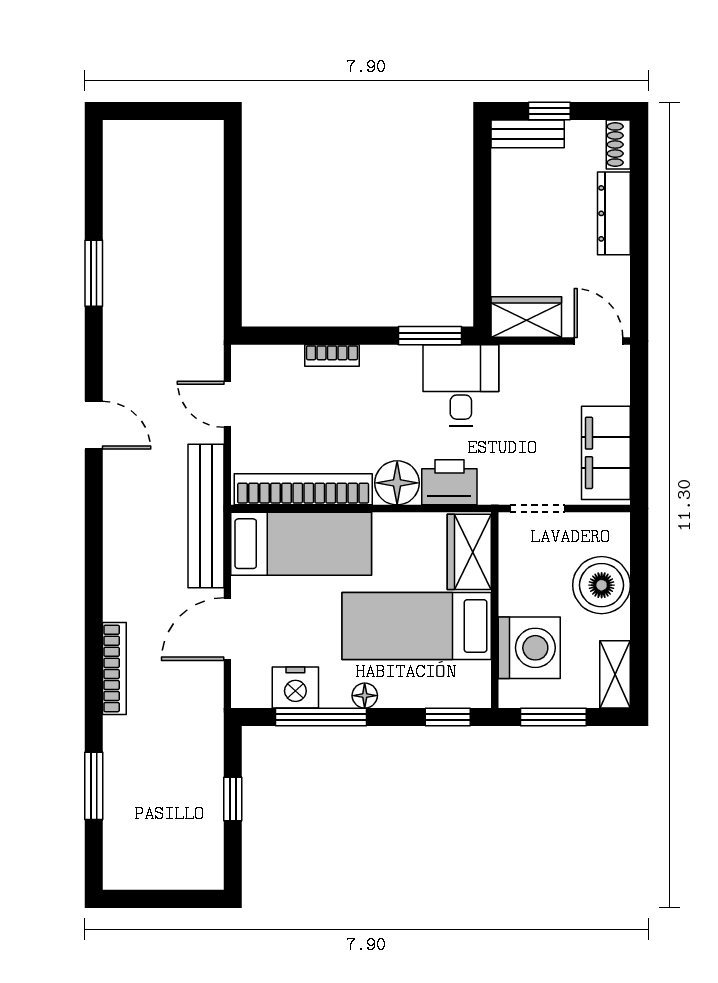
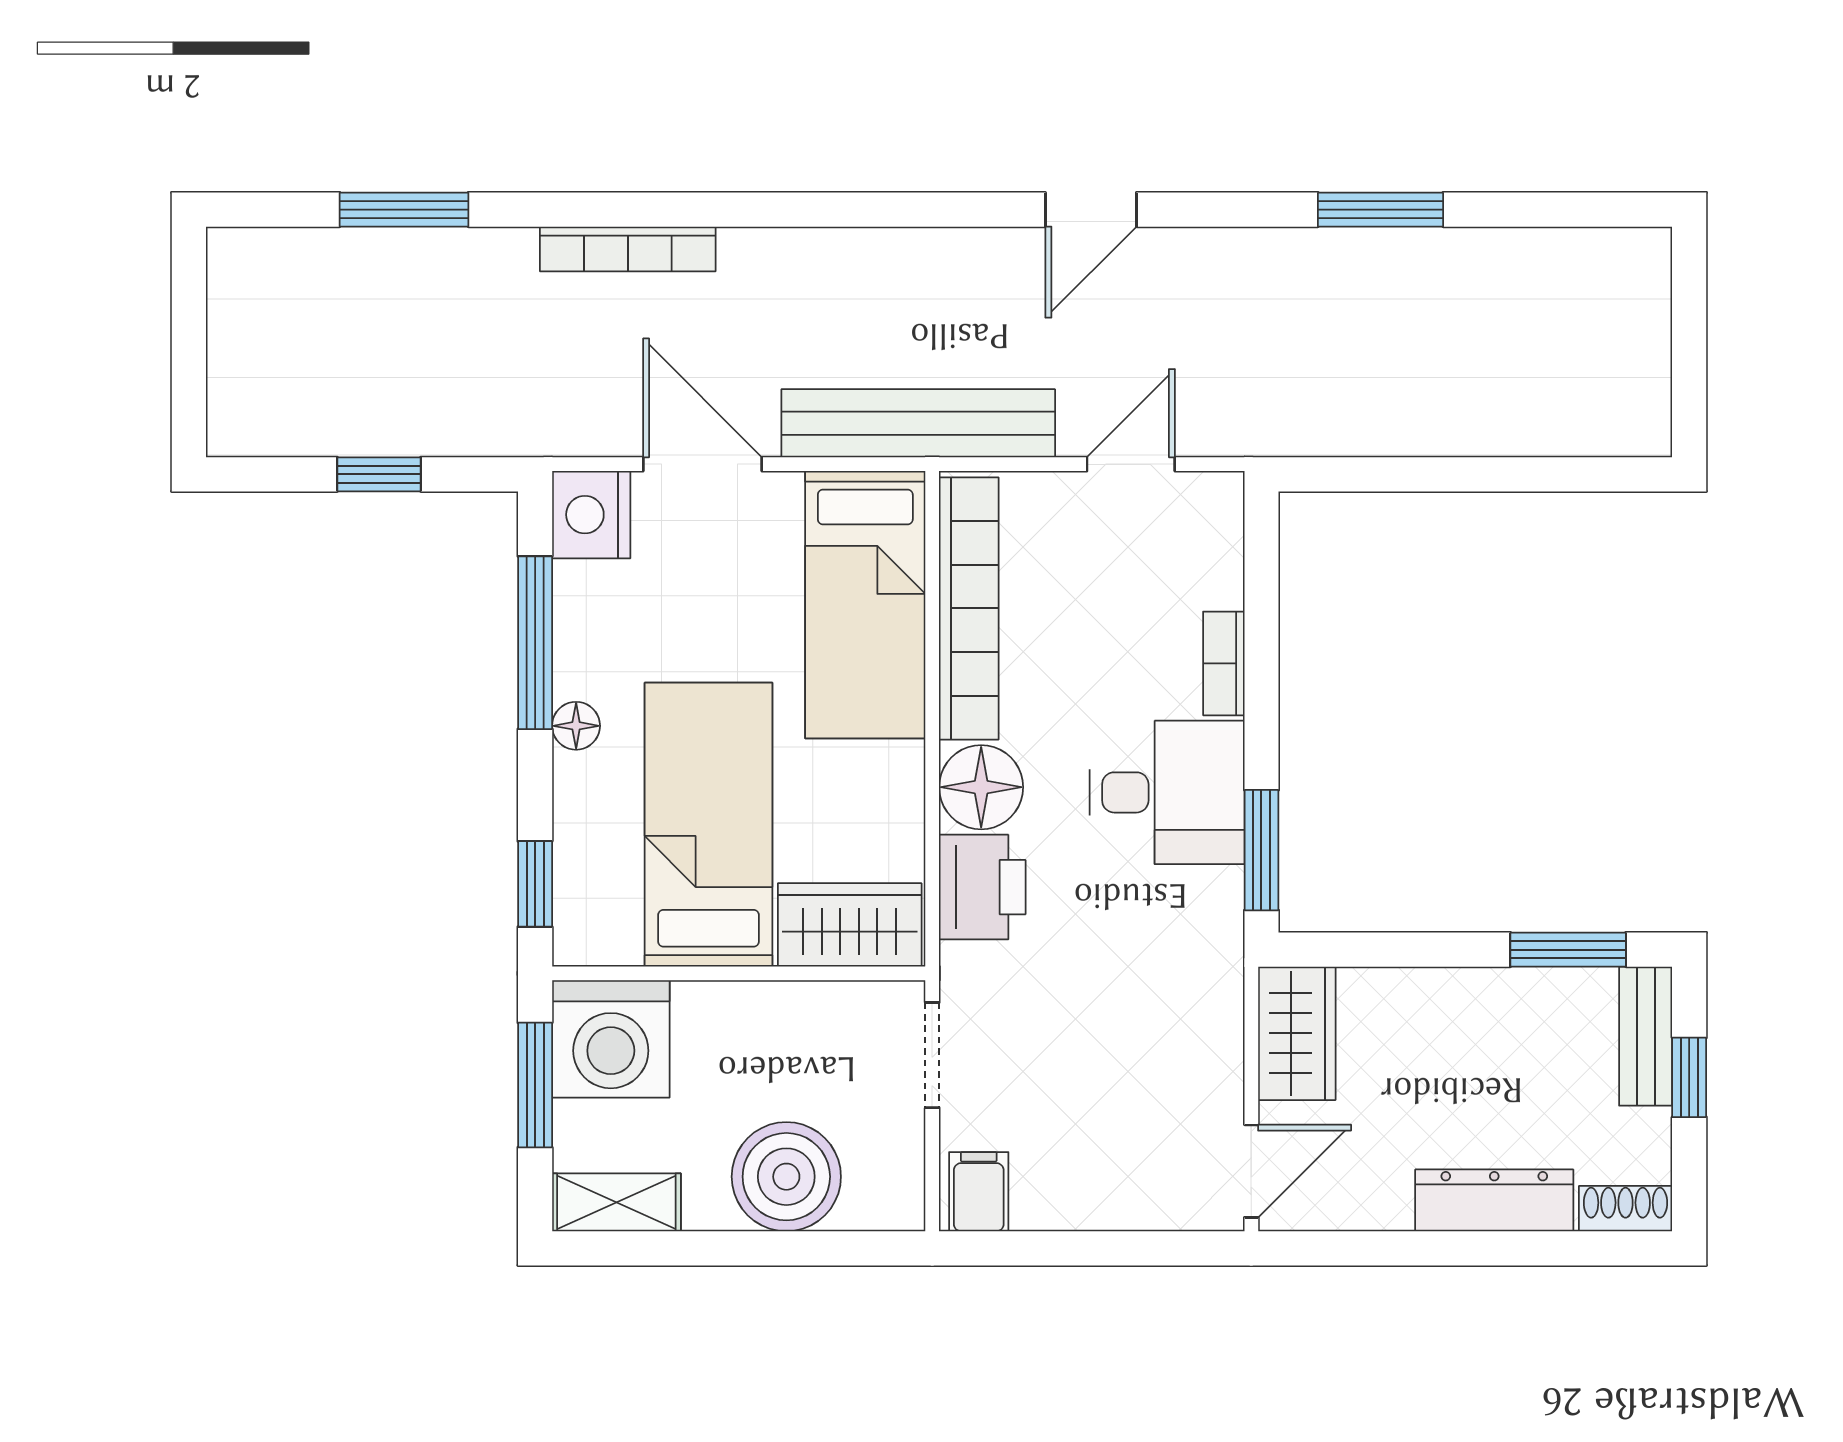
window: (482, 175) -> (1568, 950), added
desk: (461, 385) -> (1167, 792), moved
filing cabinet: (606, 453) -> (979, 1192), width x0.33, depth x0.86
washing machine: (529, 648) -> (611, 1039), moved
nightstand: (295, 688) -> (591, 515), moved

